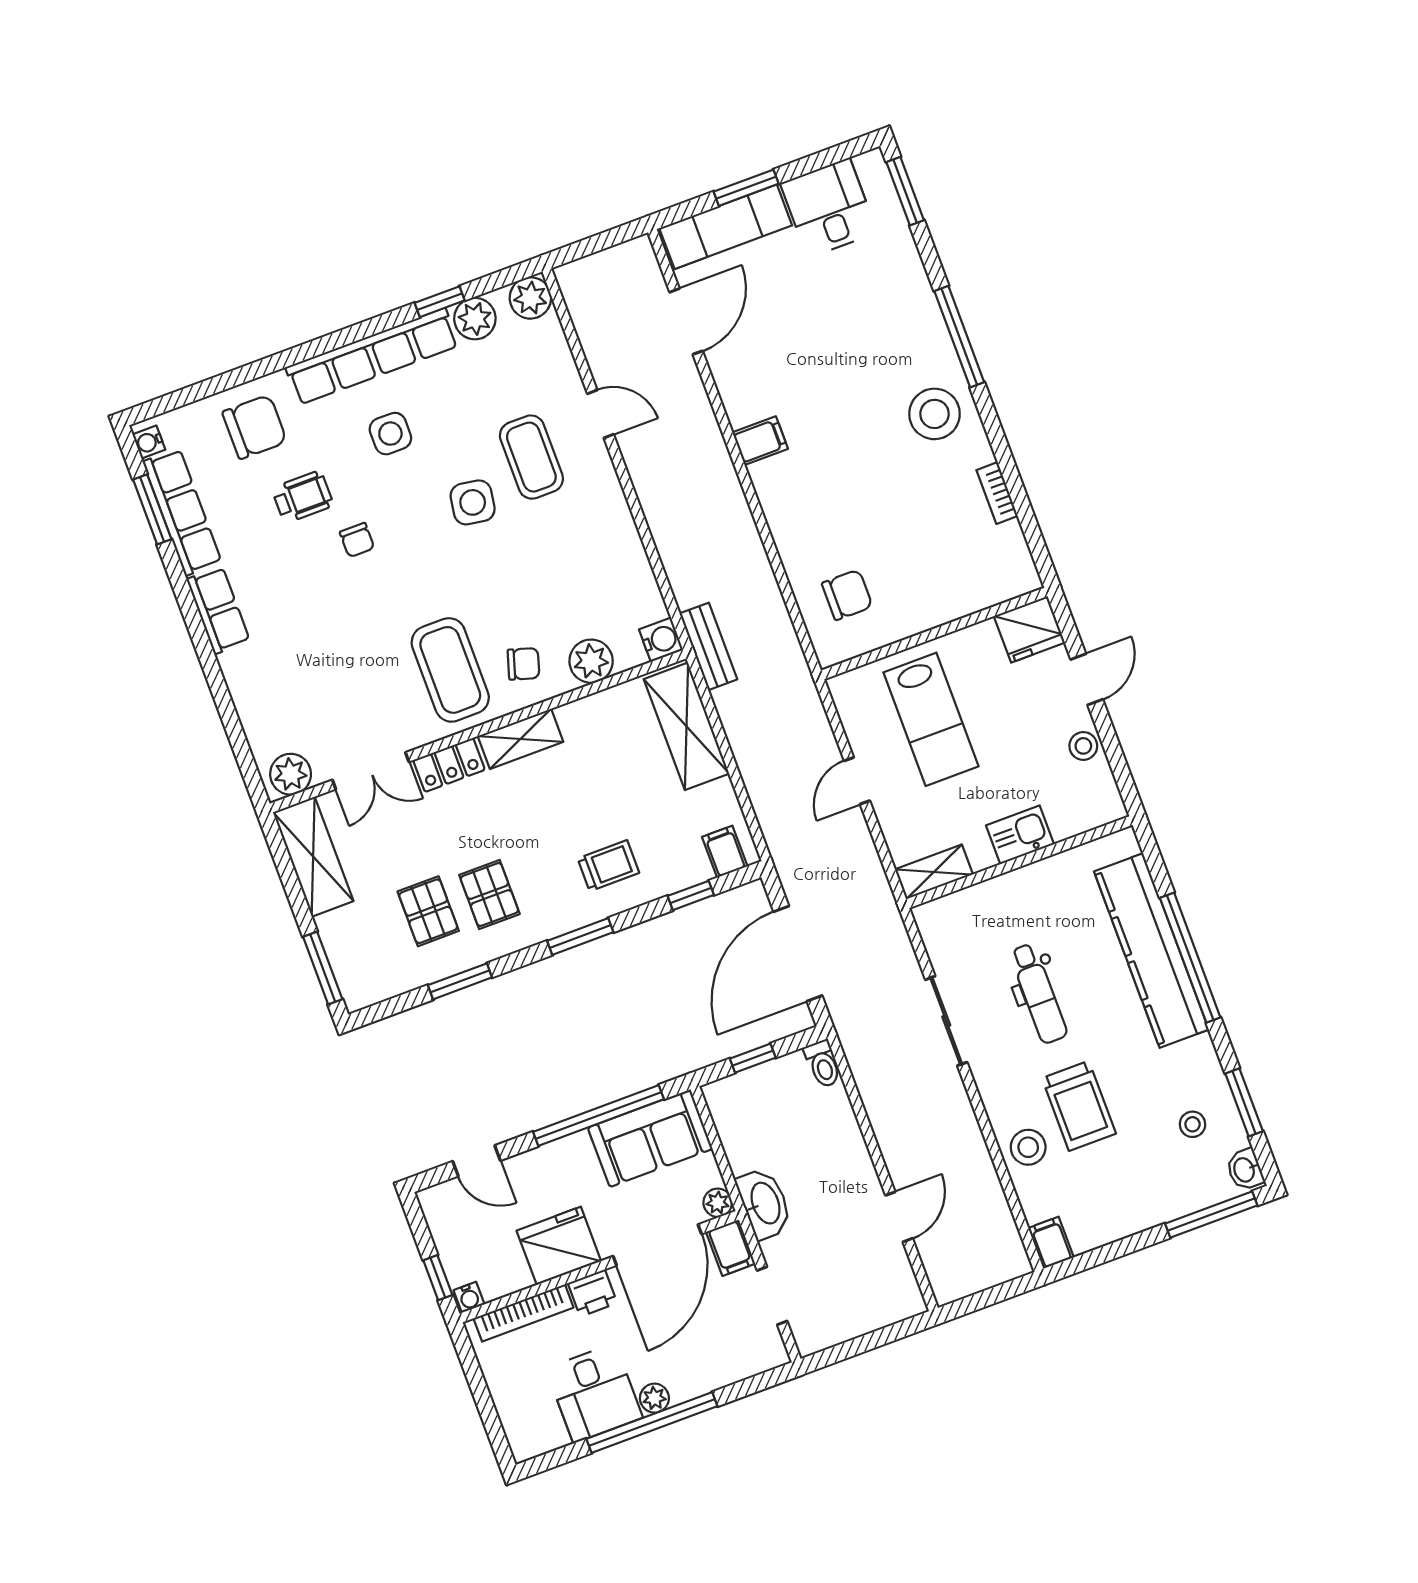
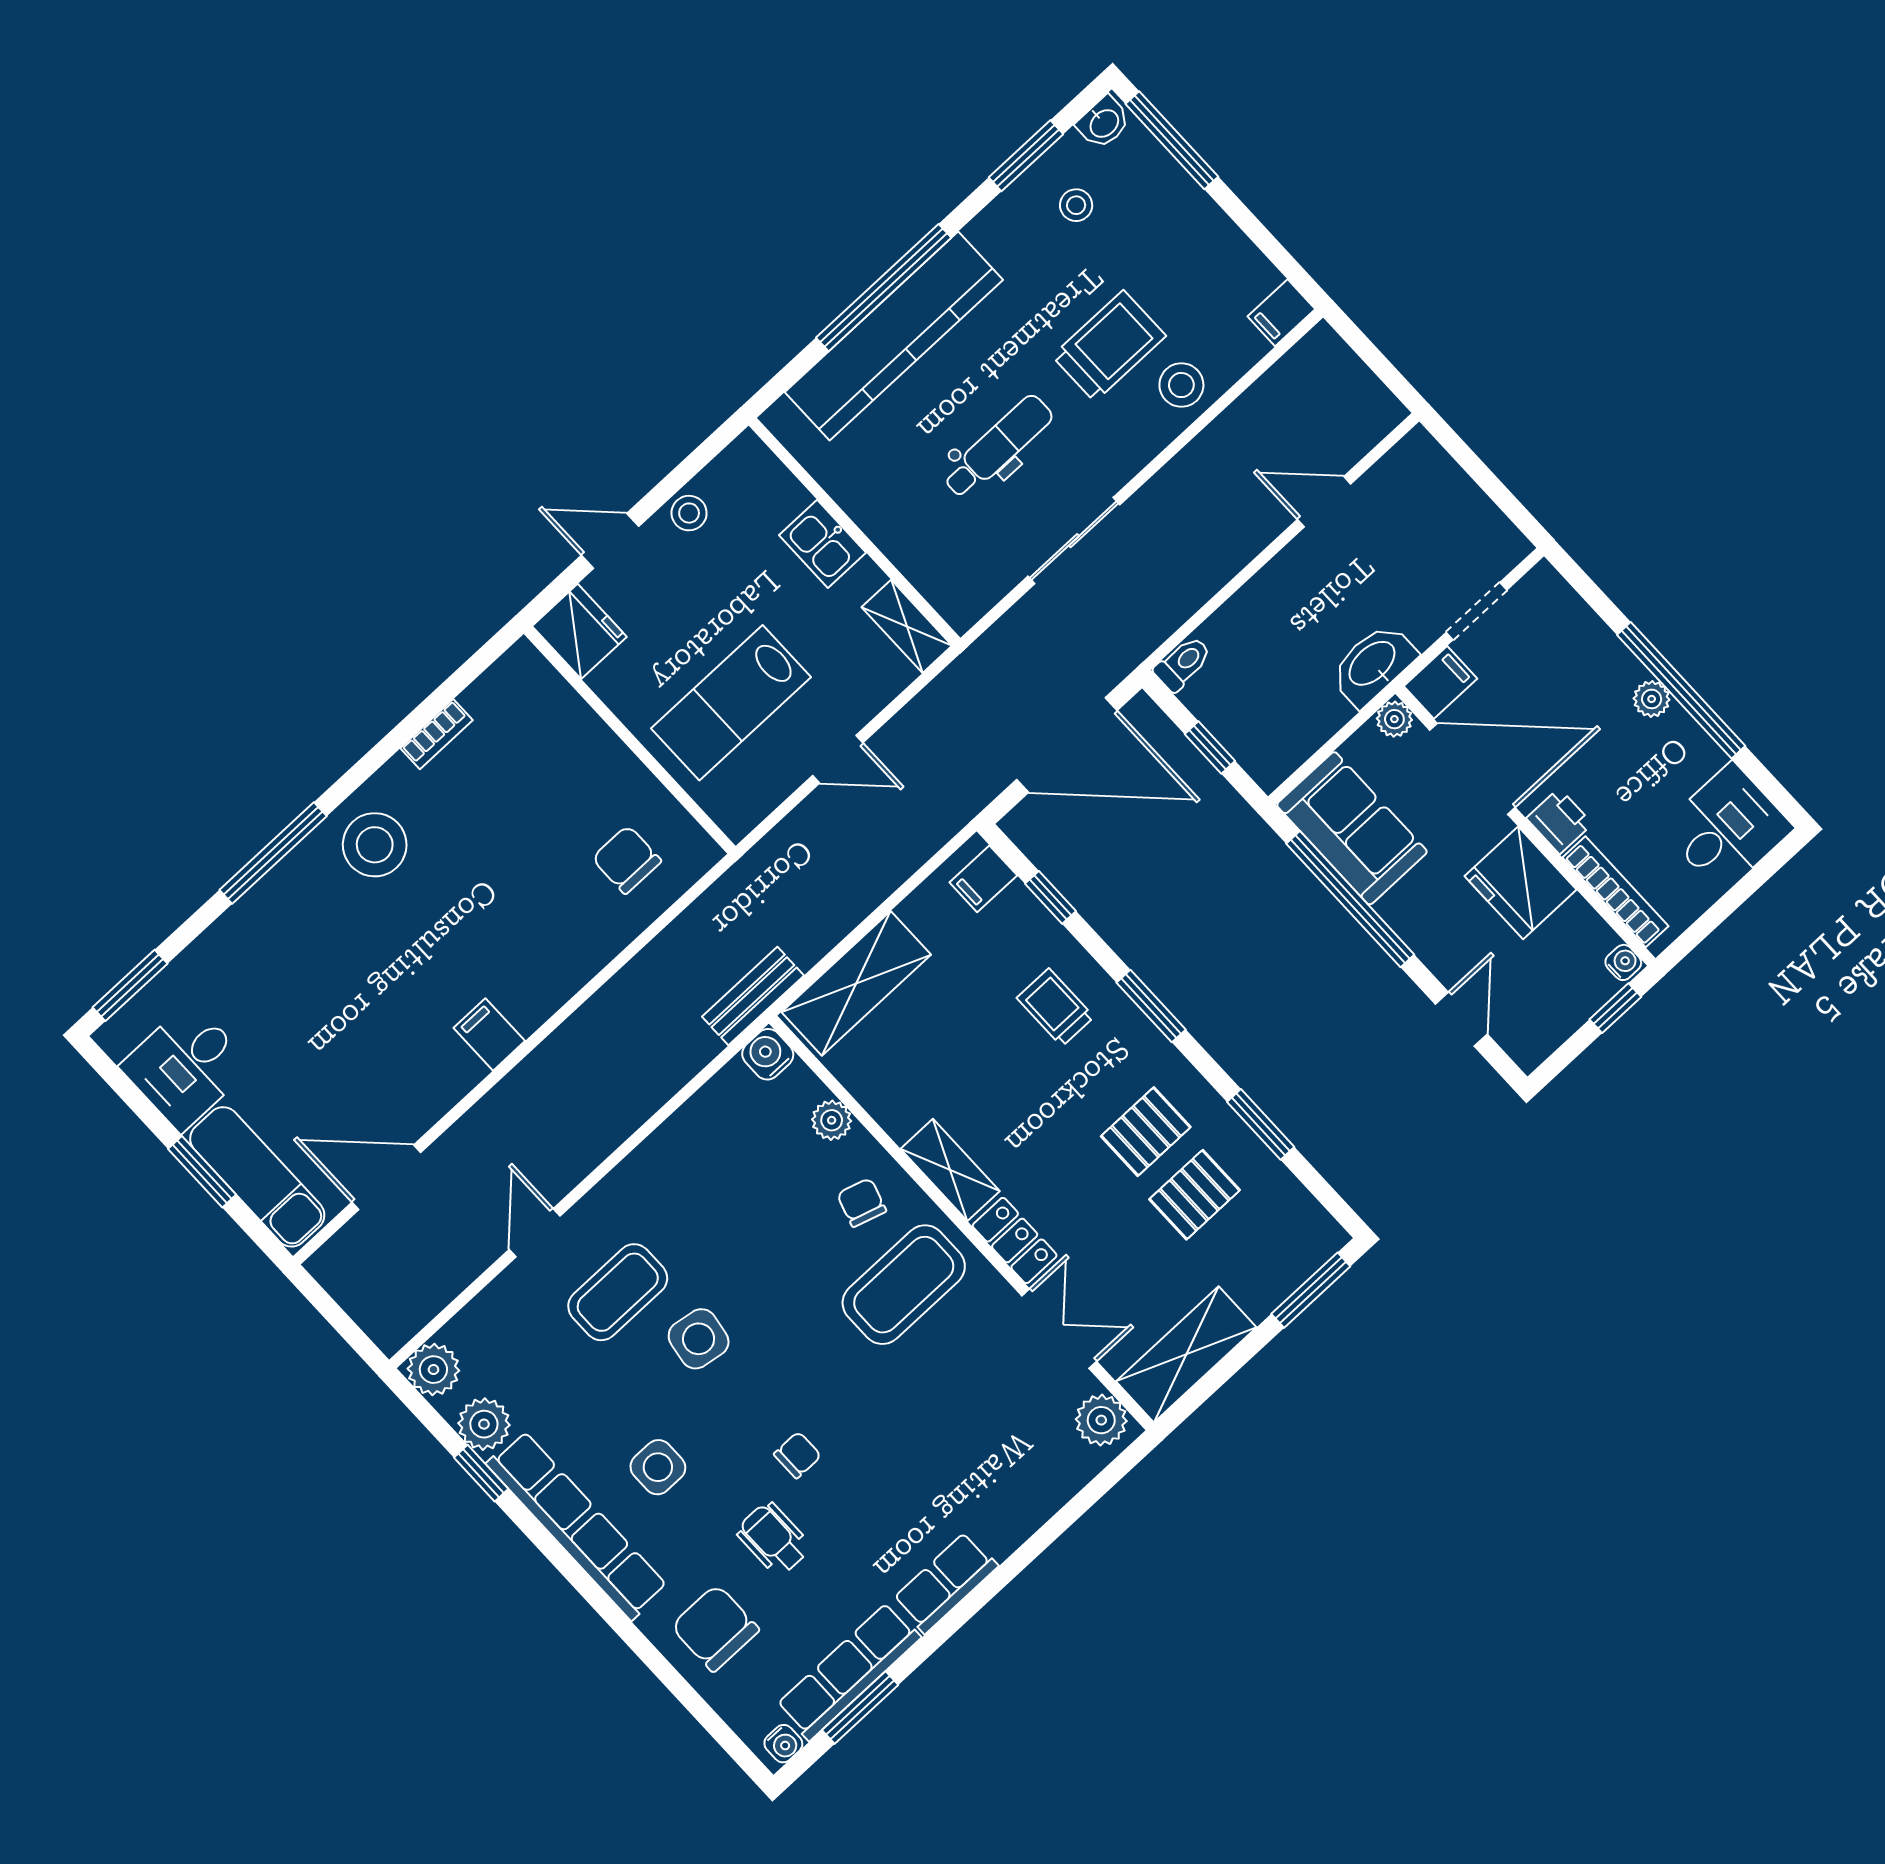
plant: (591, 661) -> (832, 1120), width x0.73, depth x0.73
lab bench: (931, 719) -> (731, 703), turned 180
desk: (594, 1393) -> (1727, 828), moved

